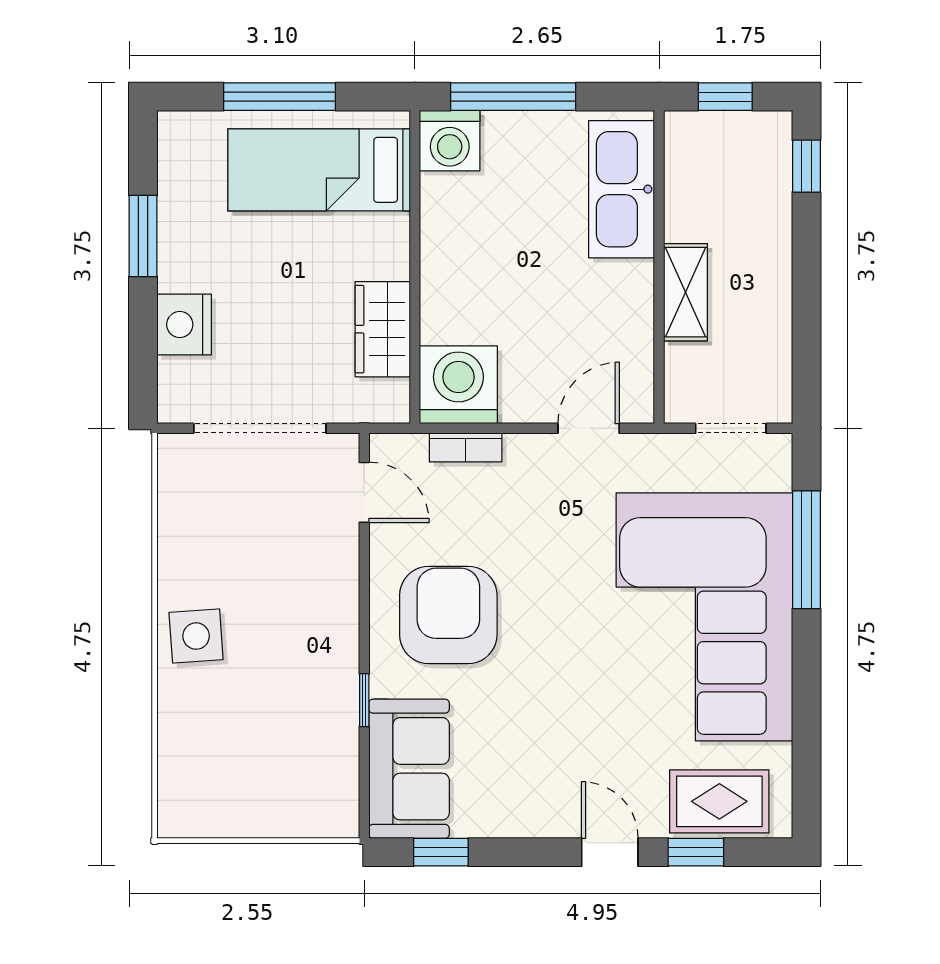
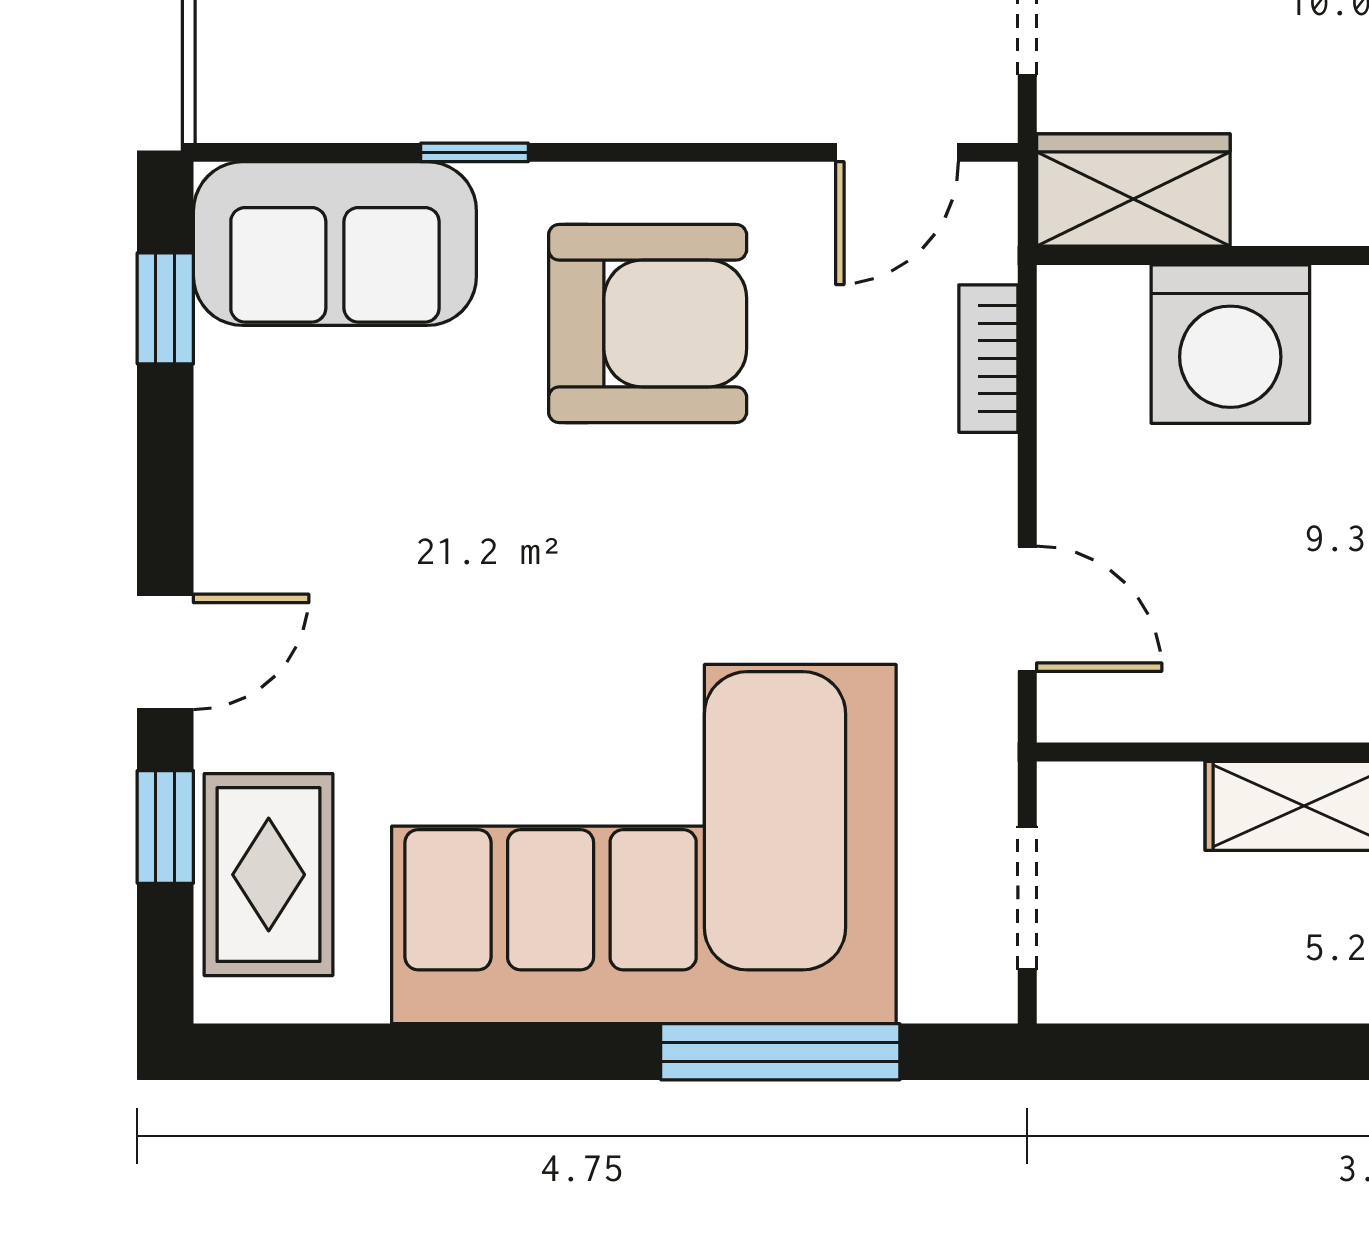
wardrobe: (383, 329) -> (1133, 190), moved
washing machine: (458, 385) -> (1230, 344), moved, turned 90

